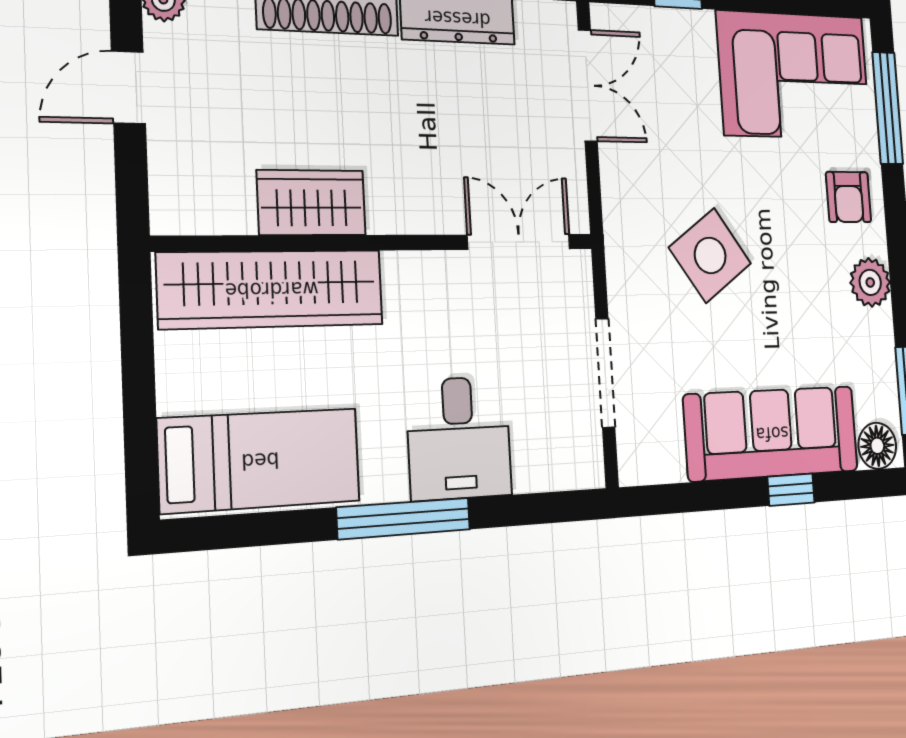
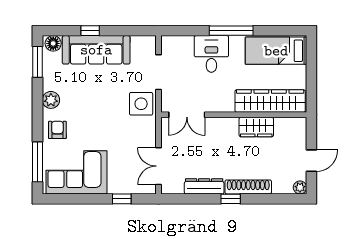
side table: (710, 255) -> (141, 104), moved, turned 35

